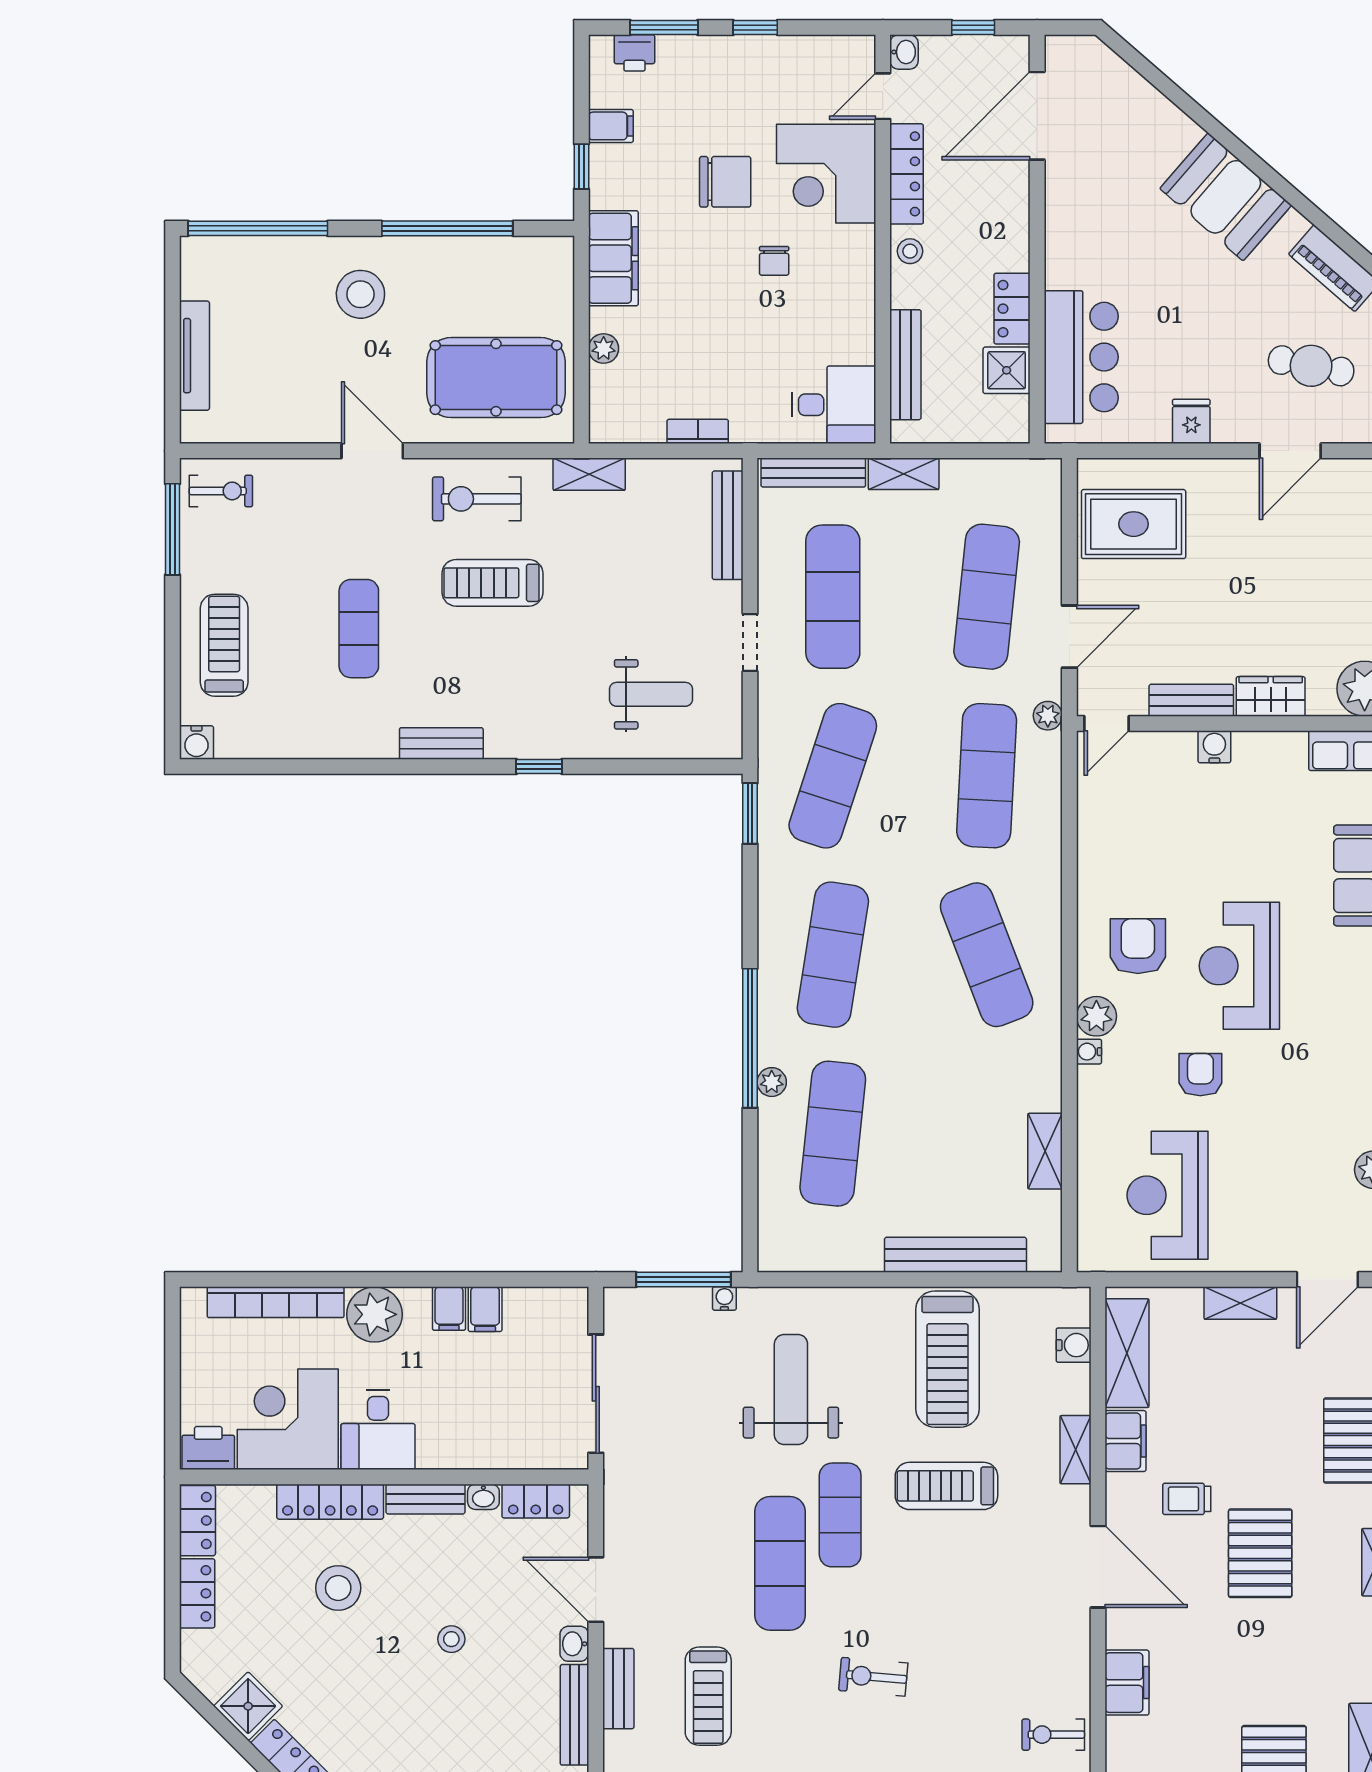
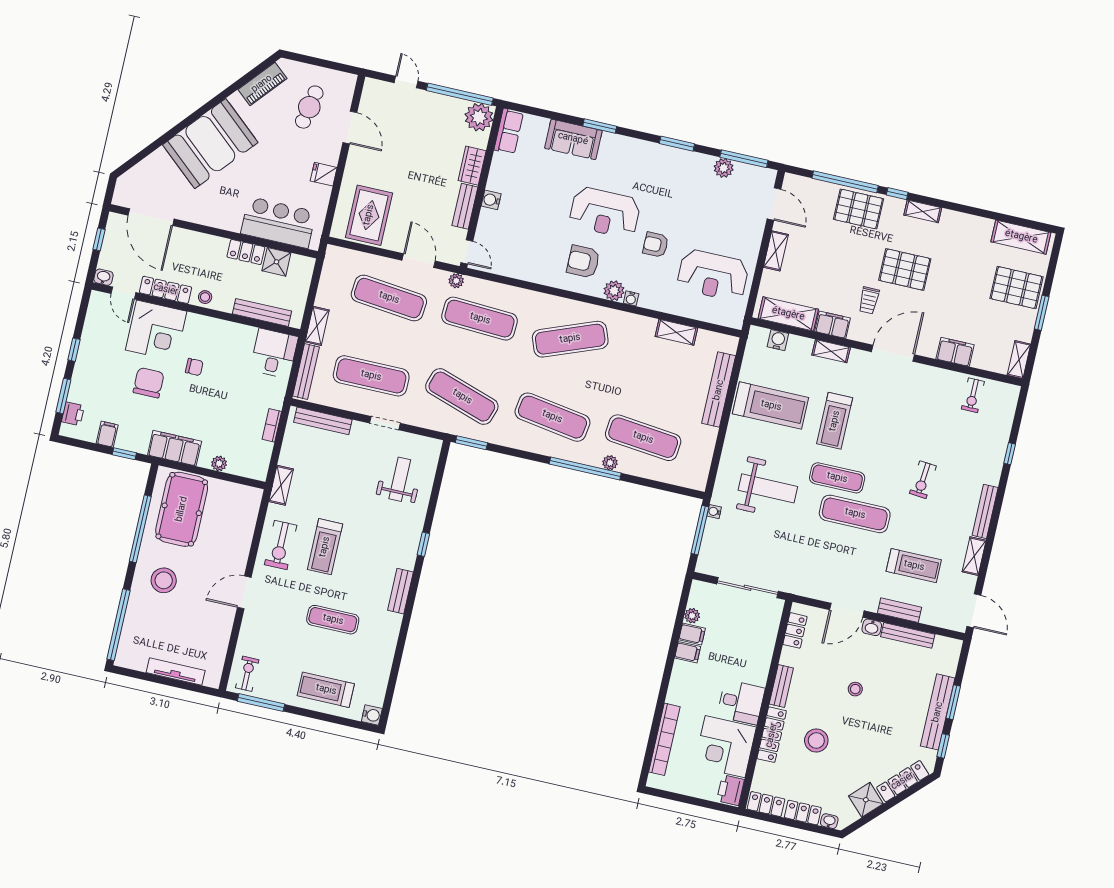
booth: (1226, 197) -> (210, 144), width x1.36, depth x1.42
pool table: (496, 378) -> (182, 509), moved
plant: (374, 1314) -> (692, 616), moved, width x0.53, depth x0.53
weight bench: (791, 1389) -> (768, 488), turned 180
washbasin: (483, 1497) -> (829, 821), moved, turned -90

